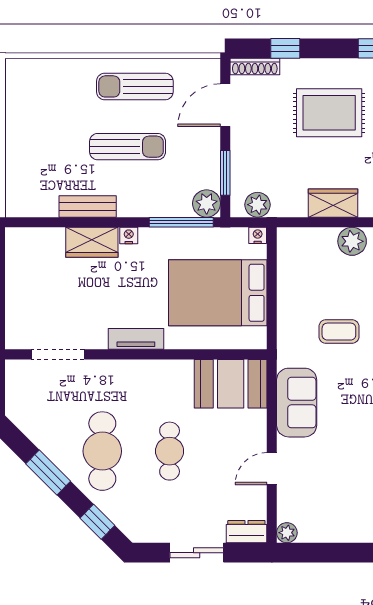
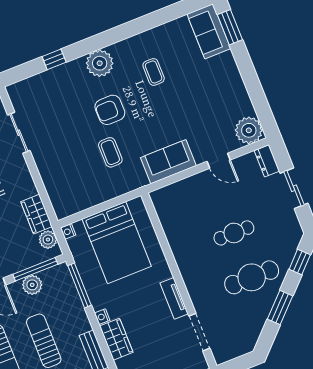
window: (225, 173) -> (35, 269), width x1.44
plant: (207, 203) -> (32, 285), moved
wardrobe: (333, 203) -> (37, 214), moved
plant: (352, 241) -> (47, 167), removed
tv unit: (136, 339) -> (174, 298), moved
booth: (231, 384) -> (173, 210), removed
plant: (287, 533) -> (249, 130), width x1.87, depth x1.87

